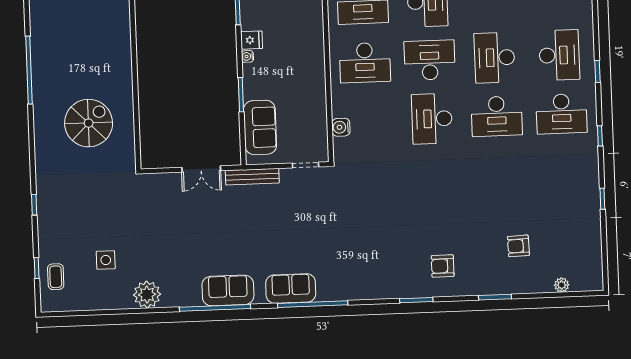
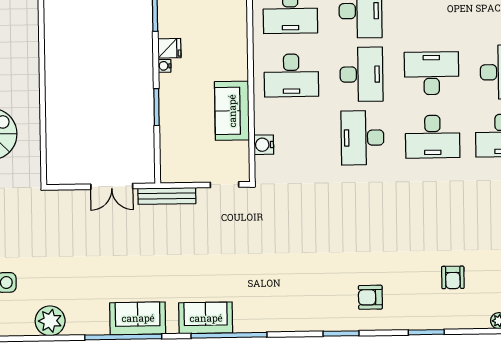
desk: (494, 58) -> (432, 73), turned 90
desk: (430, 60) -> (361, 74), turned 90
sofa: (260, 127) -> (232, 111), moved, turned 180
armchair: (518, 246) -> (453, 277), turned -88

